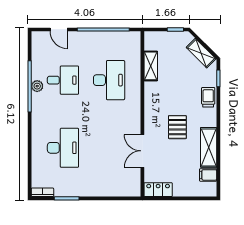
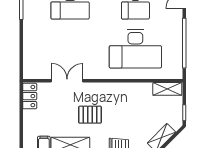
shelving: (151, 66) -> (167, 89), moved
desk: (109, 80) -> (135, 49), width x1.36, depth x1.30

